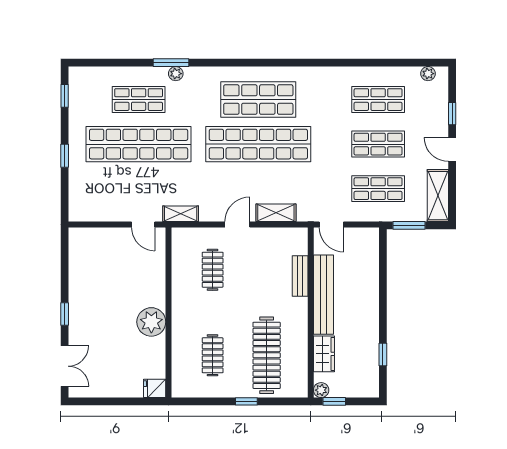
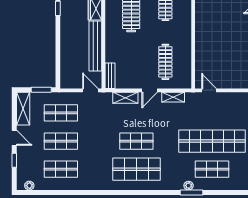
shop shelf: (258, 144) -> (136, 141), width x0.50, depth x0.74
shelving: (181, 214) -> (173, 97), moved
clothes rail: (213, 270) -> (165, 62), width x1.36
bench: (300, 276) -> (110, 76), moved
plant: (151, 322) -> (204, 29), removed

